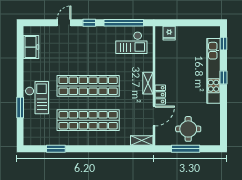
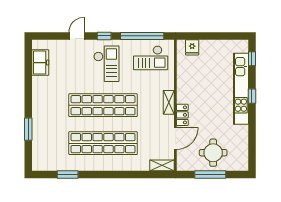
checkout: (37, 98) -> (106, 64), moved

